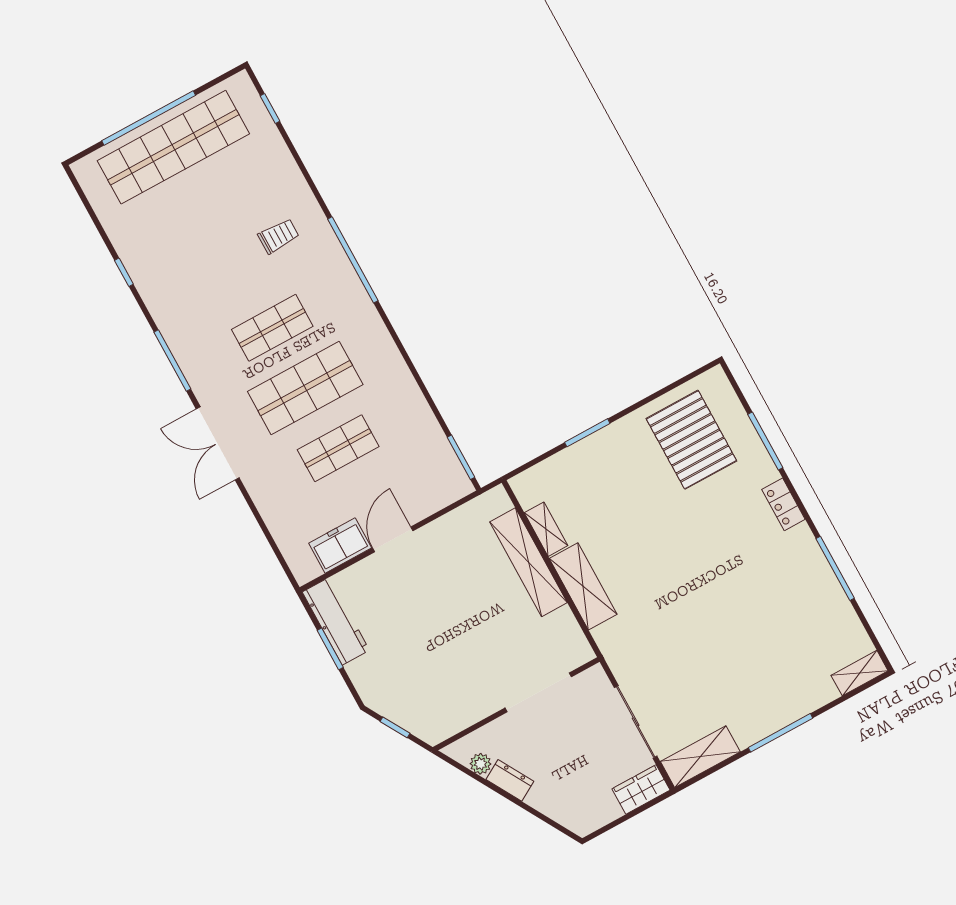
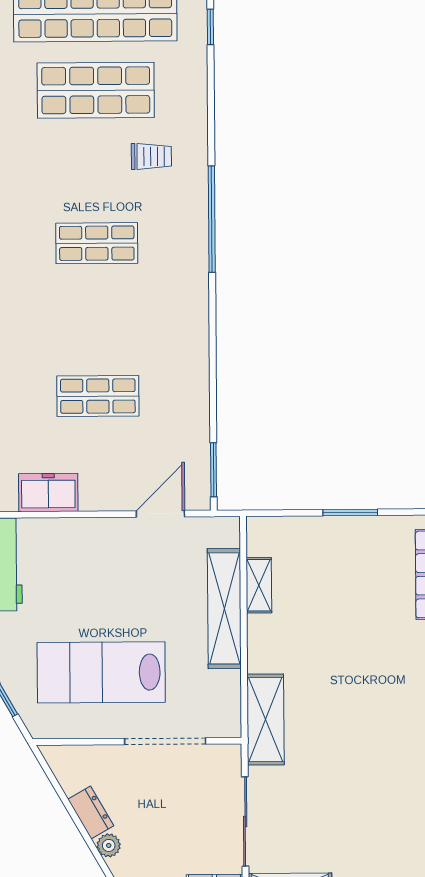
shop shelf: (305, 388) -> (96, 90), moved
door: (393, 539) -> (160, 514), moved
shelving: (583, 586) -> (266, 720), moved
lab bench: (458, 665) -> (101, 672), added
plant: (480, 764) -> (109, 845), moved

